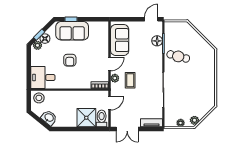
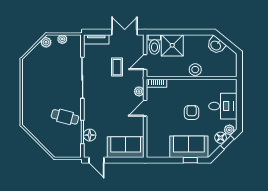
door: (151, 19) -> (97, 160), hinge flipped
sofa: (120, 40) -> (126, 147), moved, turned 90
desk: (43, 77) -> (223, 106), moved
coffee table: (130, 80) -> (117, 67), moved
stool: (39, 98) -> (195, 70), moved

